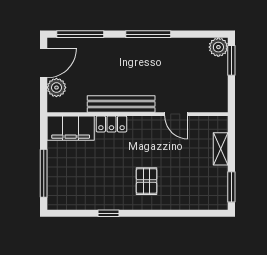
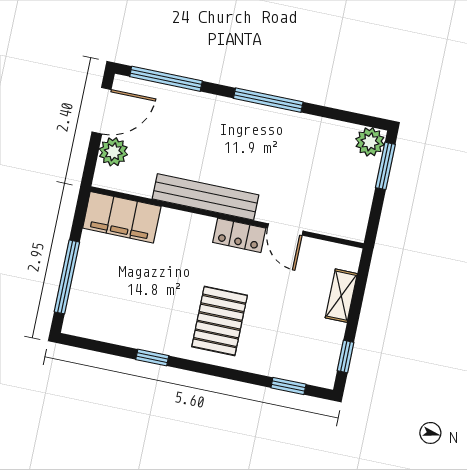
locker: (111, 124) -> (239, 235), moved
pallet: (147, 181) -> (220, 321), width x1.50, depth x1.42
window: (231, 187) -> (345, 356), width x0.67
window: (199, 213) -> (288, 386), added

